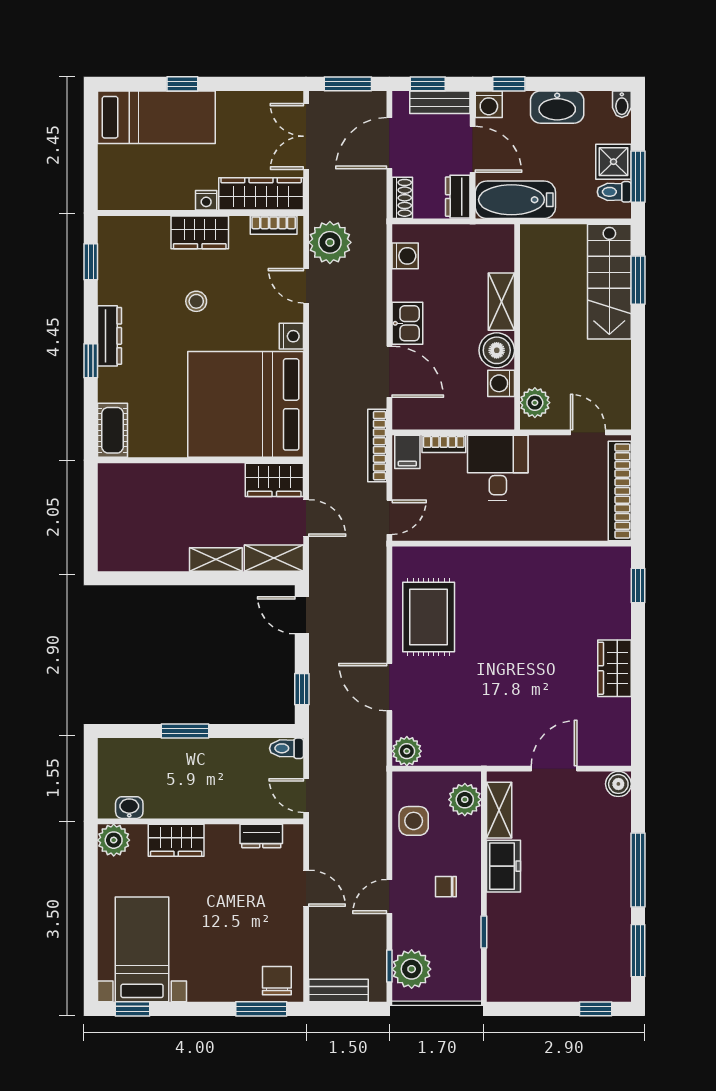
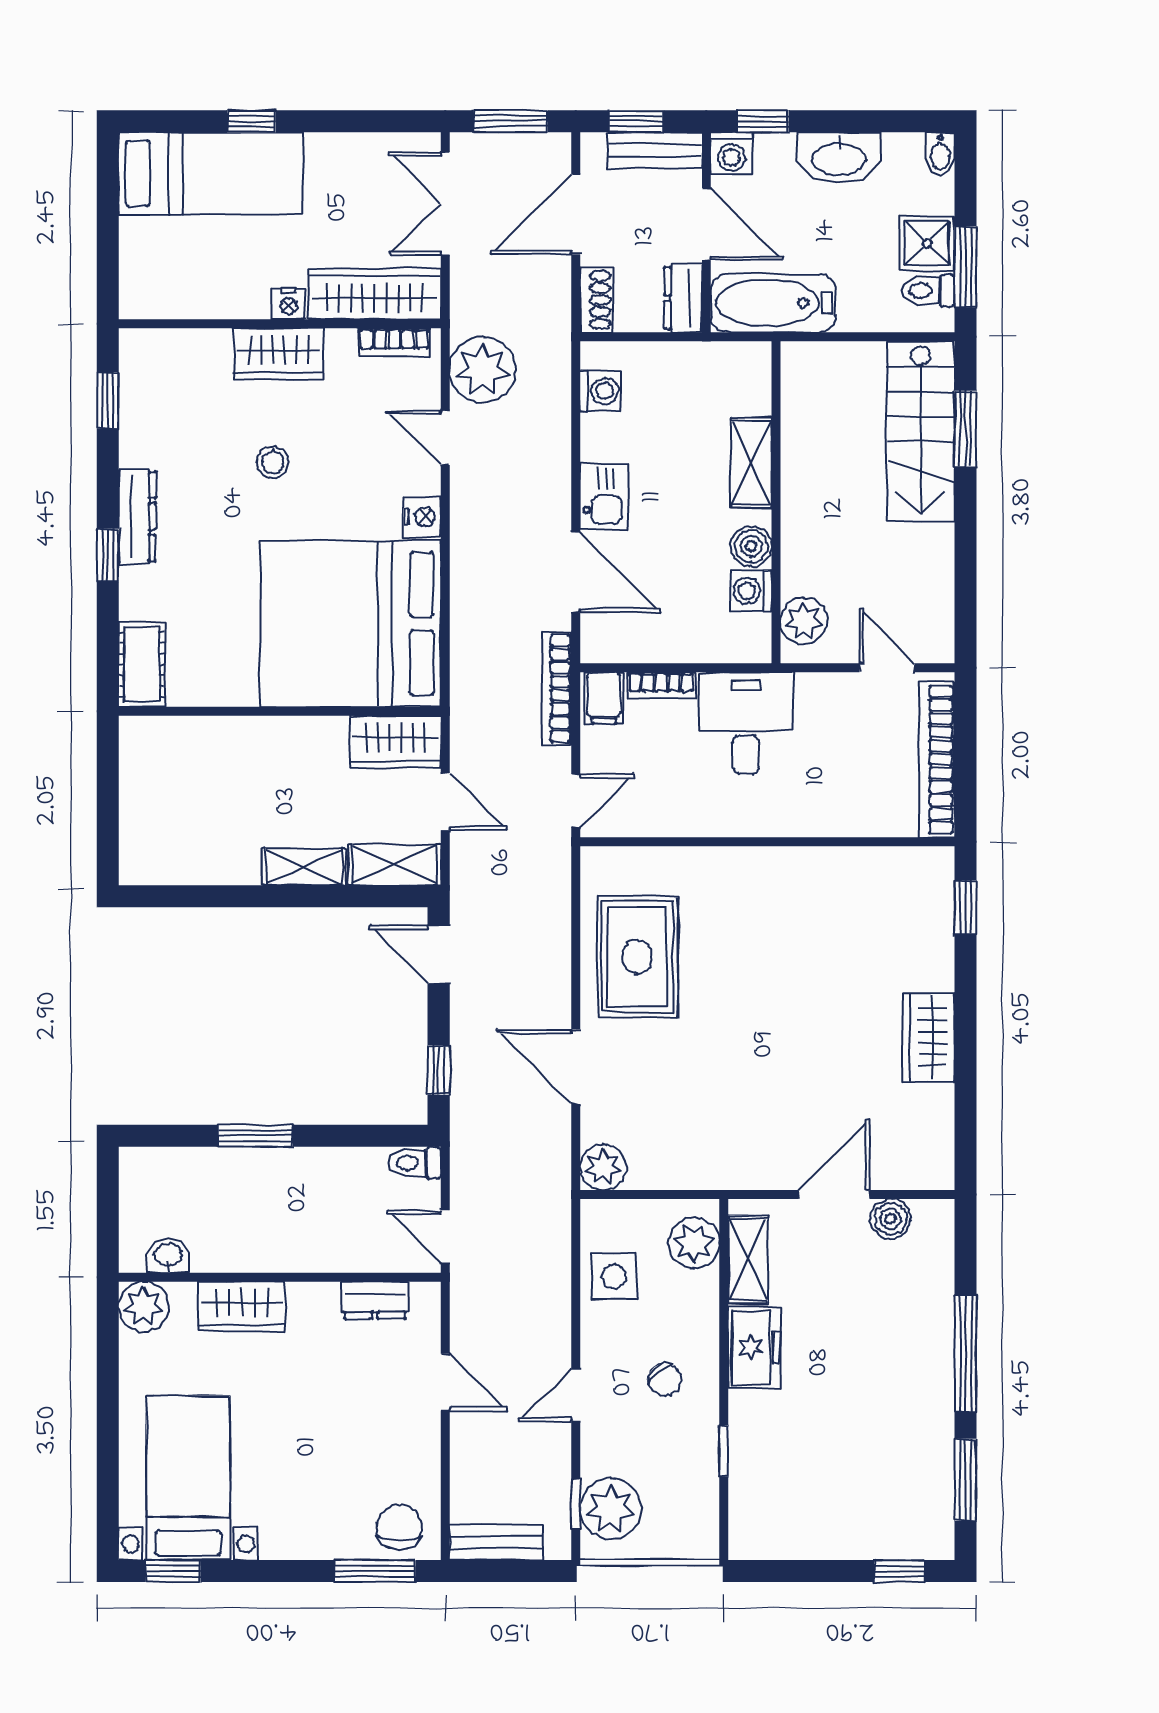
boiler: (497, 350) -> (751, 546), width x0.73, depth x0.73
boiler: (618, 784) -> (891, 1219), moved
chair: (446, 887) -> (664, 1380), turned -129

